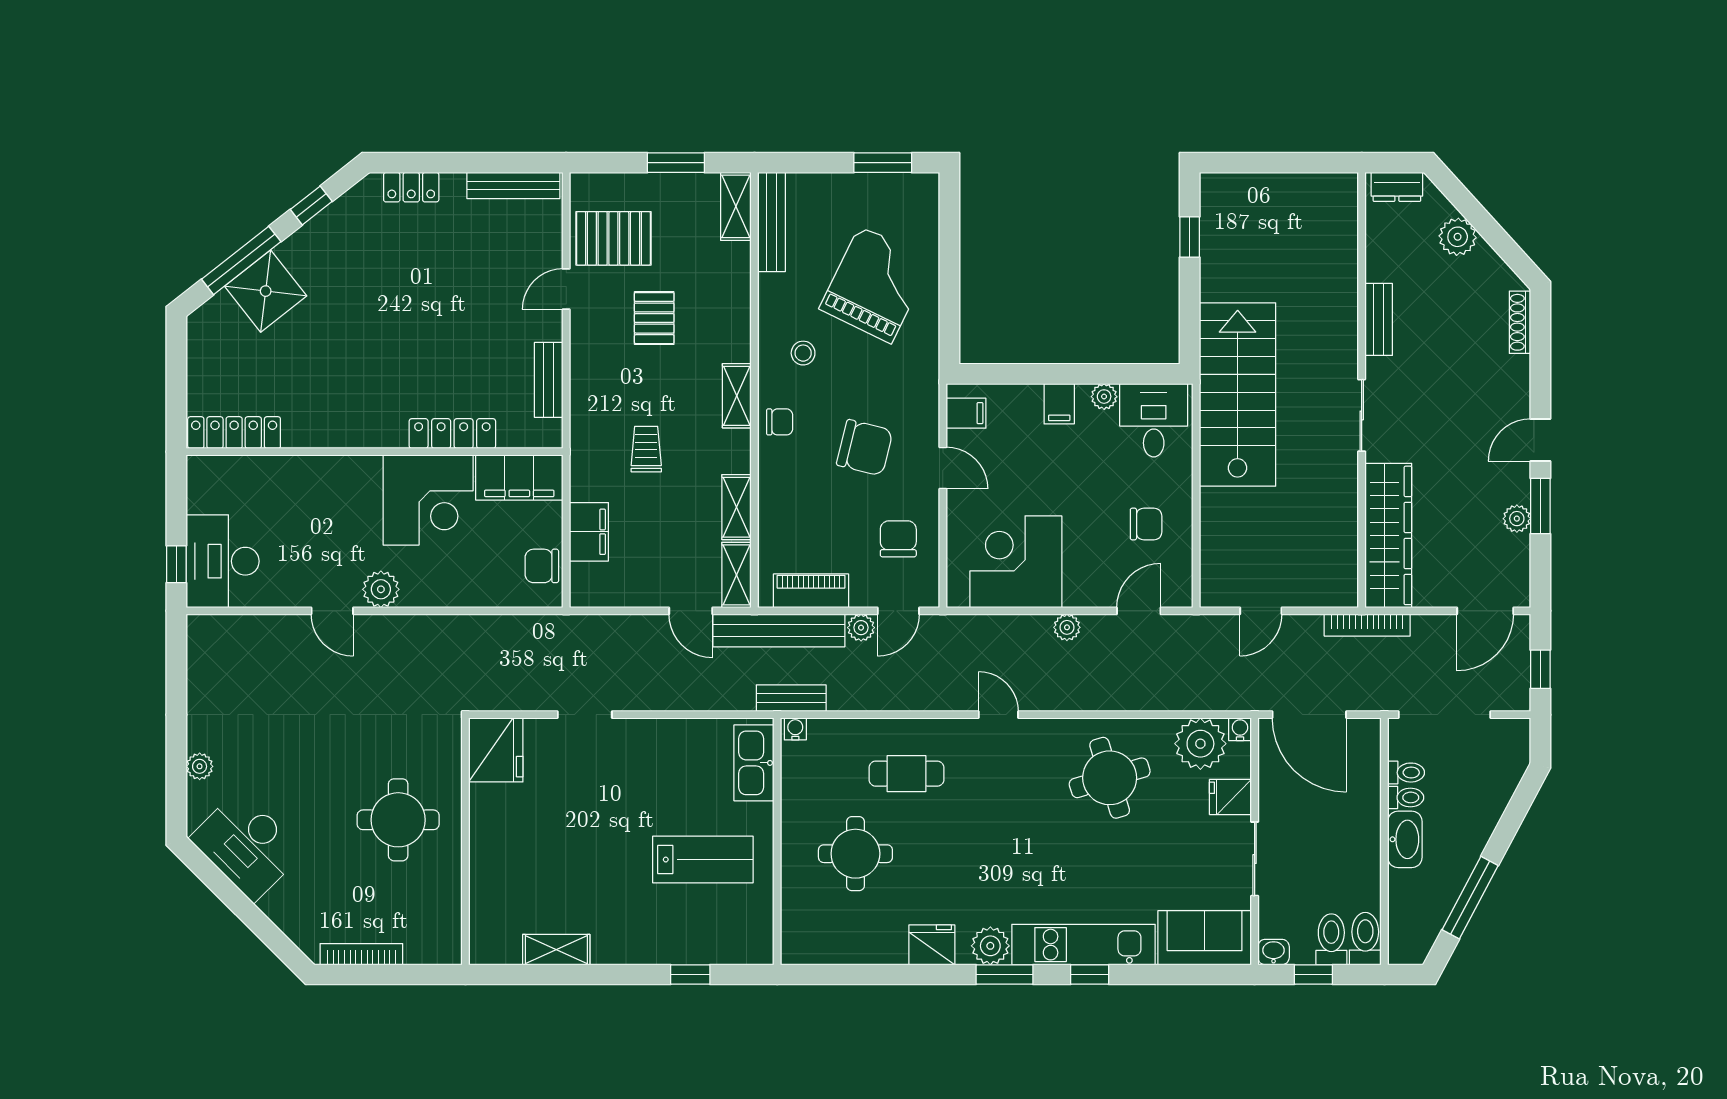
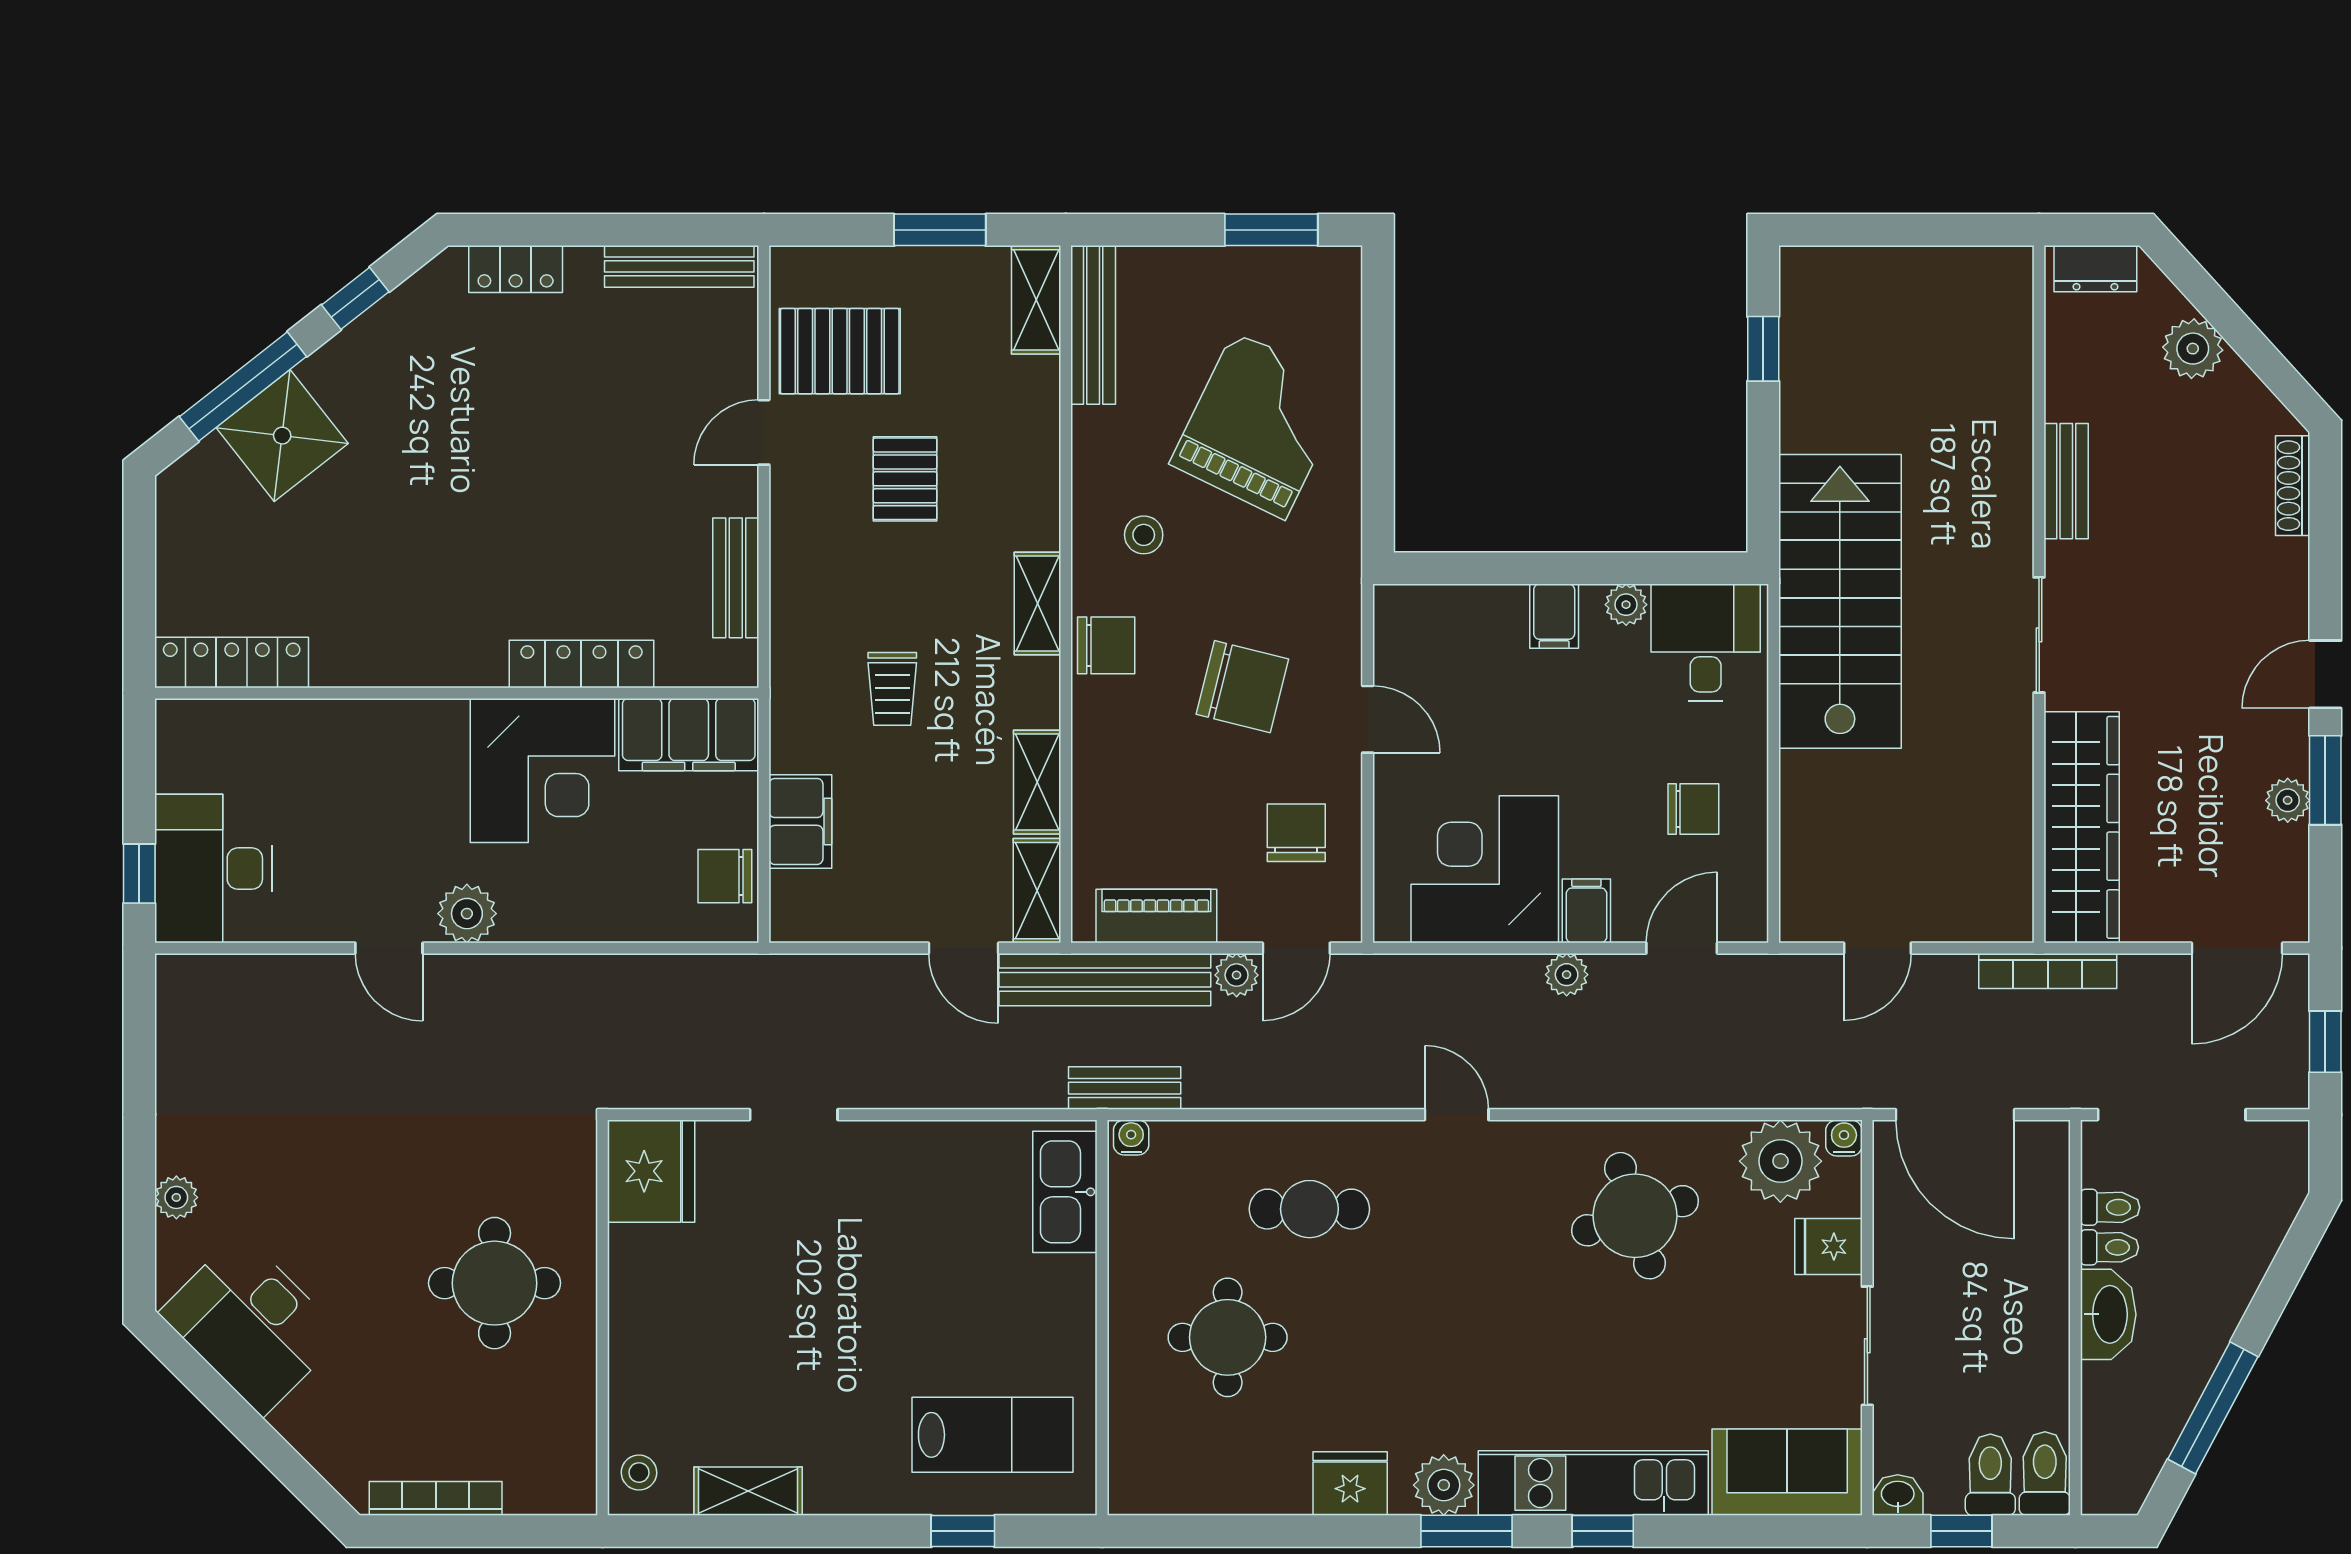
filing cabinet: (966, 413) -> (1586, 911), moved, turned -90
chair: (780, 422) -> (1106, 645), width x1.37, depth x1.37
trolley: (646, 449) -> (892, 689), turned 180
lab bench: (703, 860) -> (993, 1435), moved
stool: (488, 938) -> (639, 1473), added

